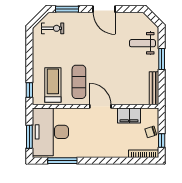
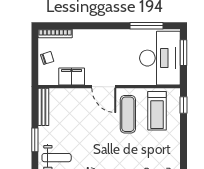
window: (162, 140) -> (35, 48), removed

